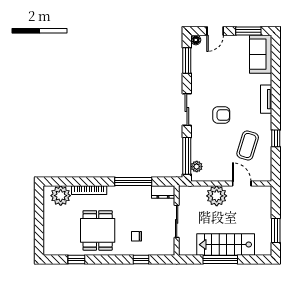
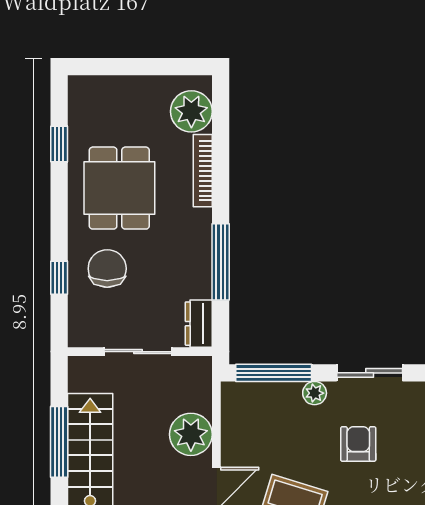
armchair: (221, 115) -> (358, 444), turned 180
plant: (197, 167) -> (315, 393), moved
dining table: (98, 230) -> (119, 188), turned 90
chair: (136, 236) -> (107, 269), width x1.87, depth x1.87

